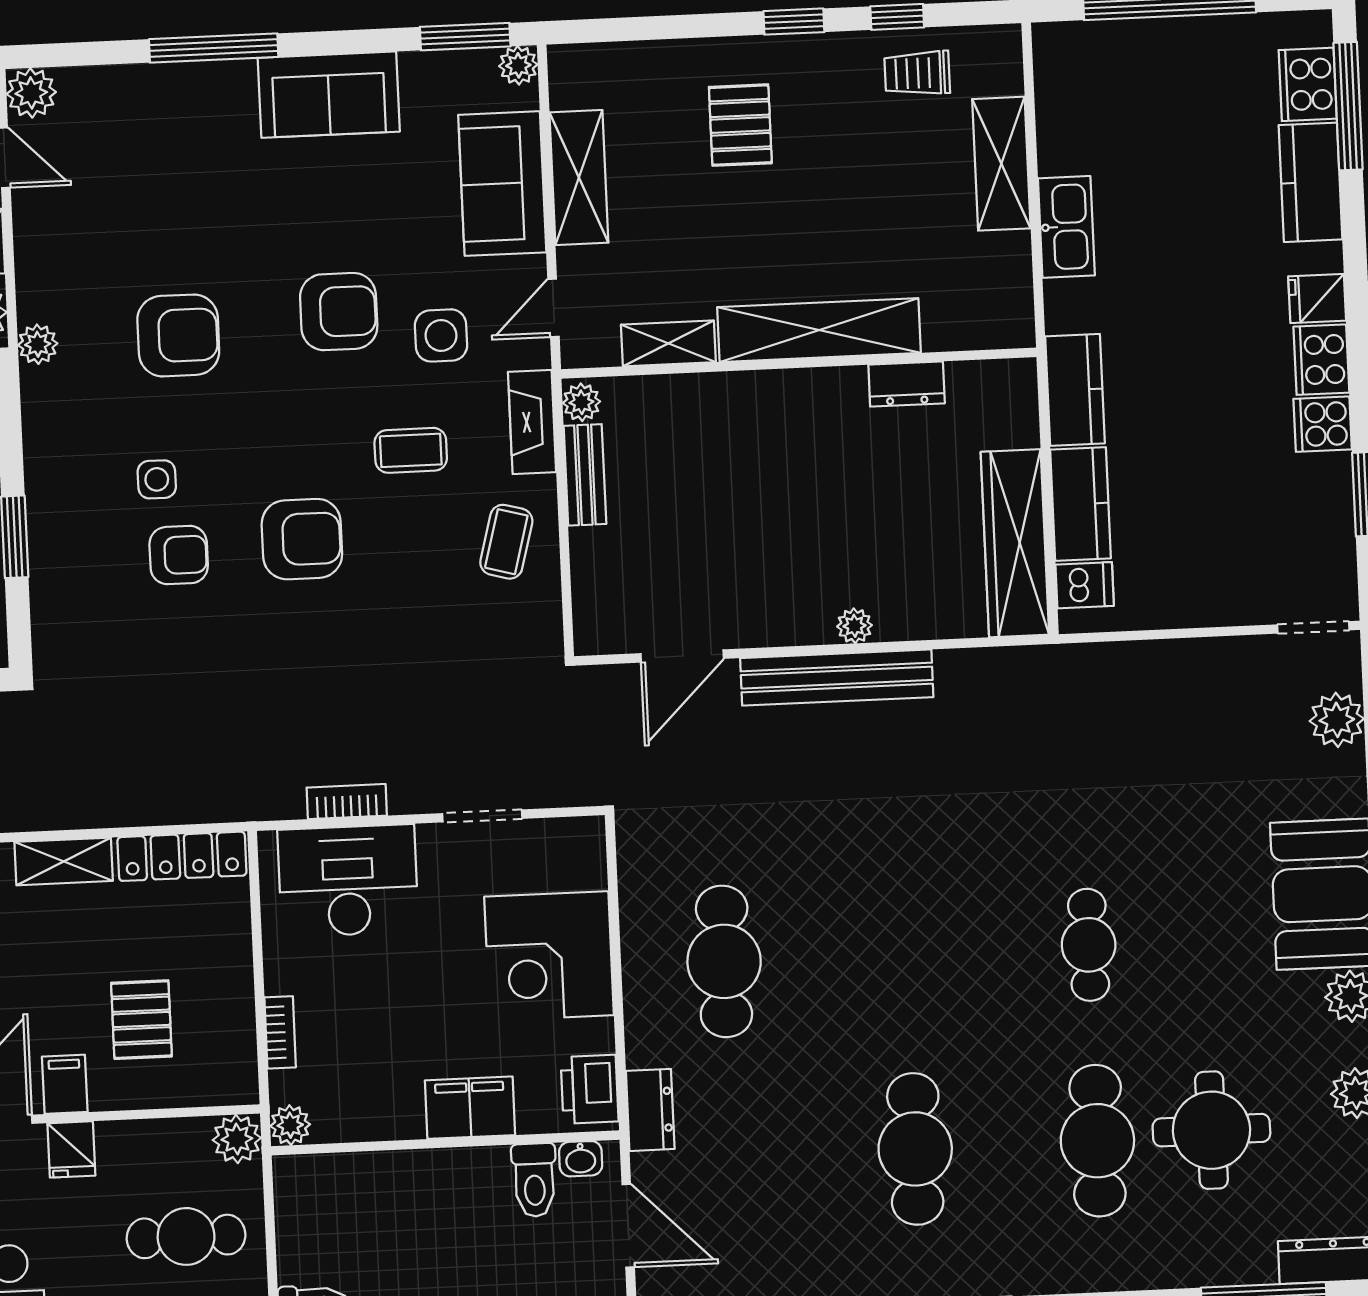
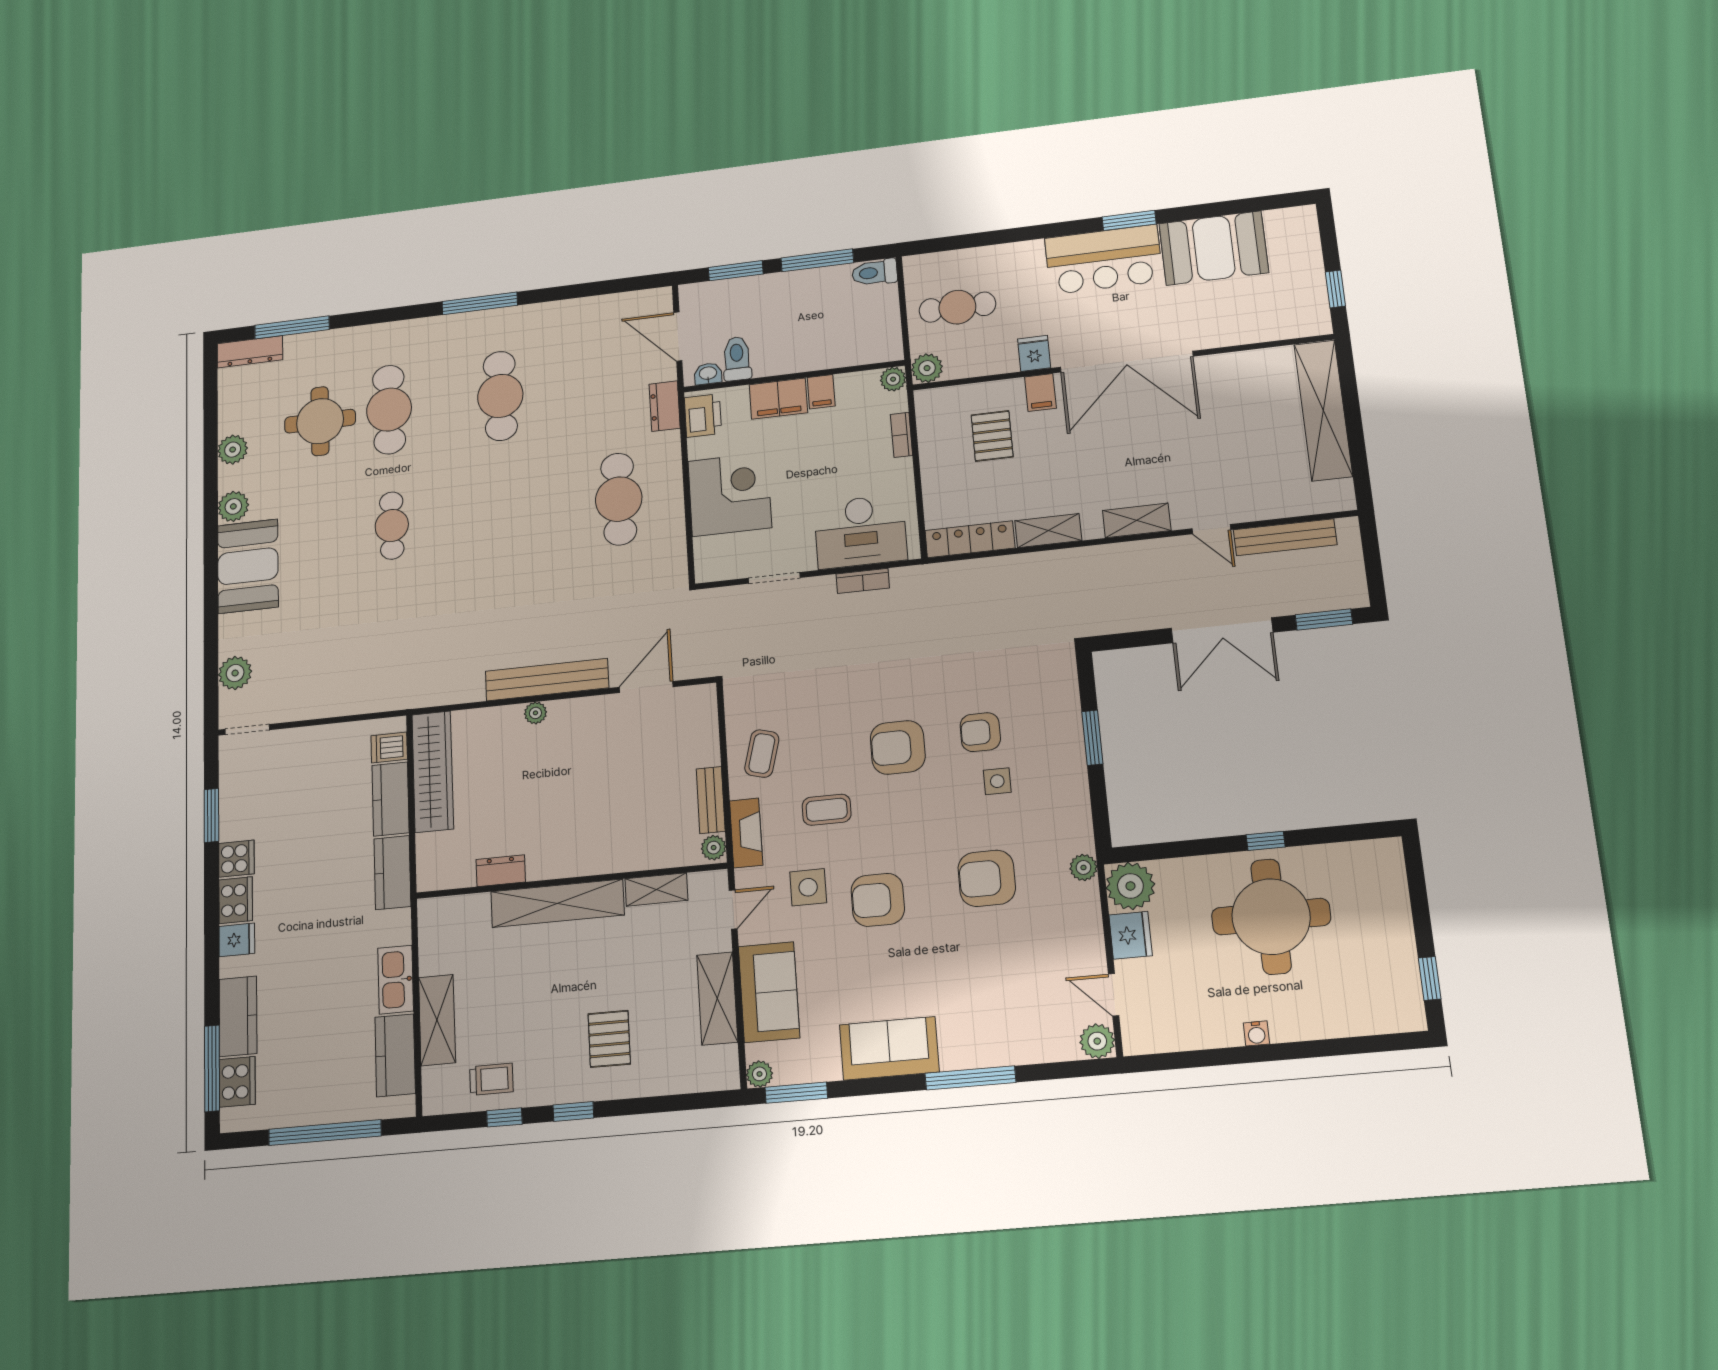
kitchen counter: (1065, 114) -> (395, 1055), added
filing cabinet: (403, 1114) -> (821, 392), added

